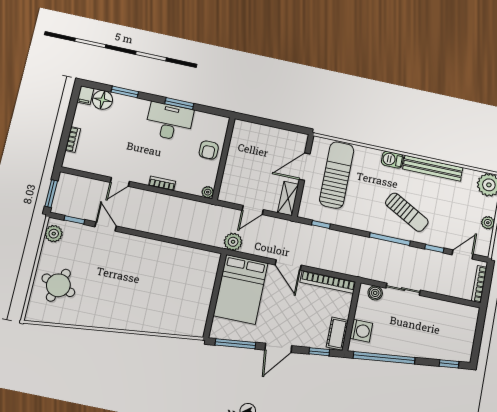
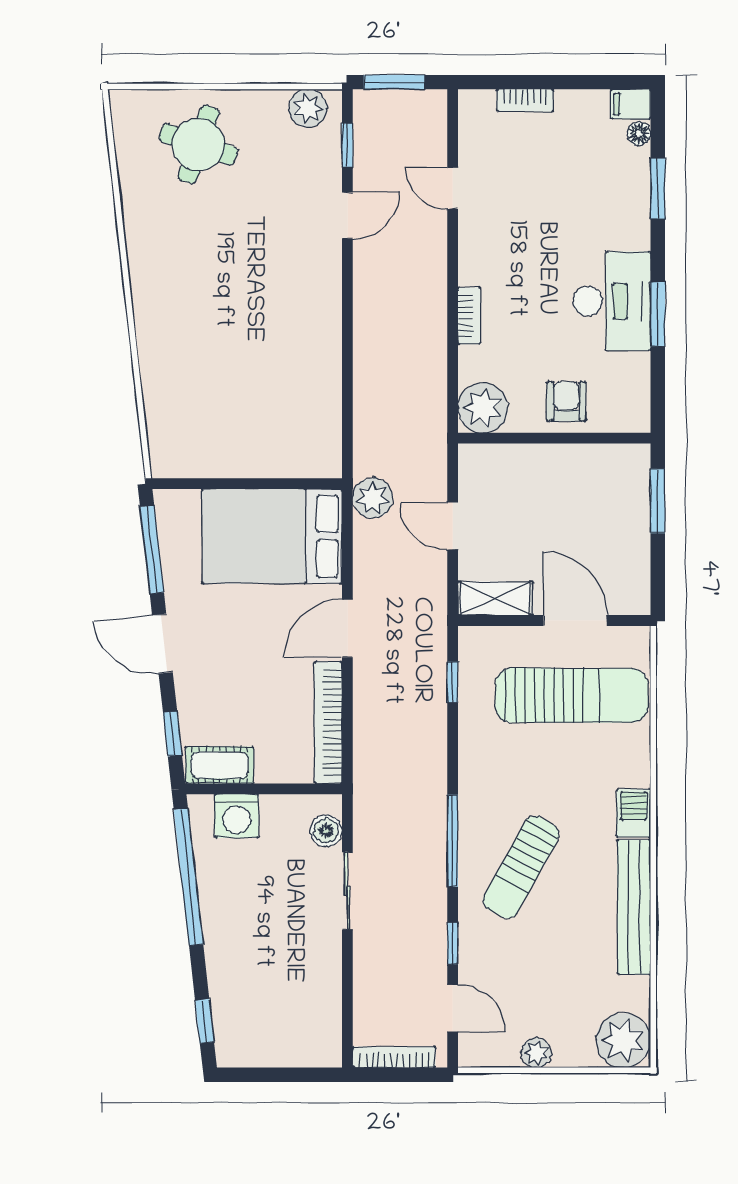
floor lamp: (103, 100) -> (639, 134), width x0.53, depth x0.53
window: (260, 121) -> (658, 501), added
armchair: (209, 150) -> (566, 401), turned 90
door: (120, 182) -> (453, 188), moved
plant: (208, 192) -> (483, 408), width x1.88, depth x1.88

